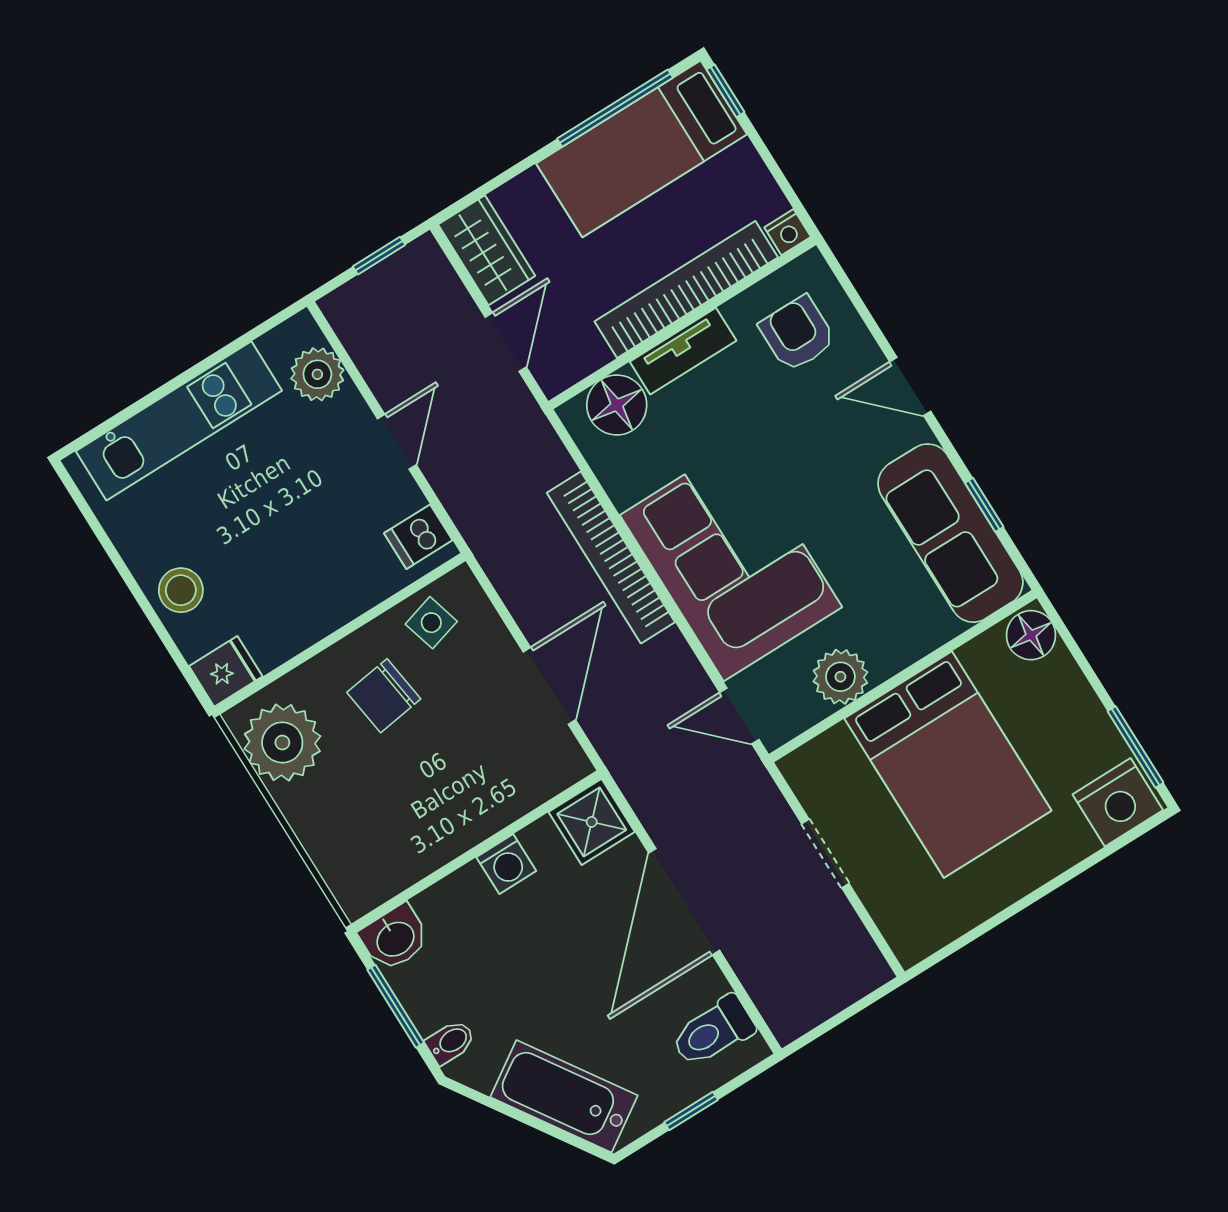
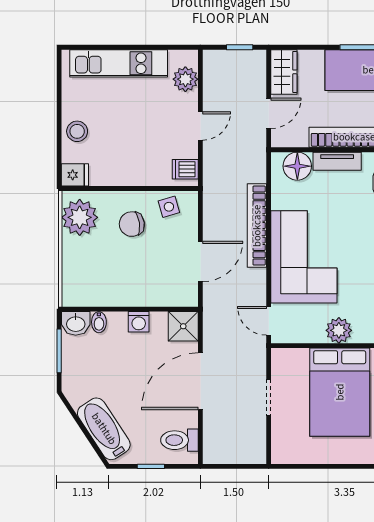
plant: (840, 677) -> (339, 330), moved
bidet: (450, 1042) -> (99, 322), moved, turned 90

